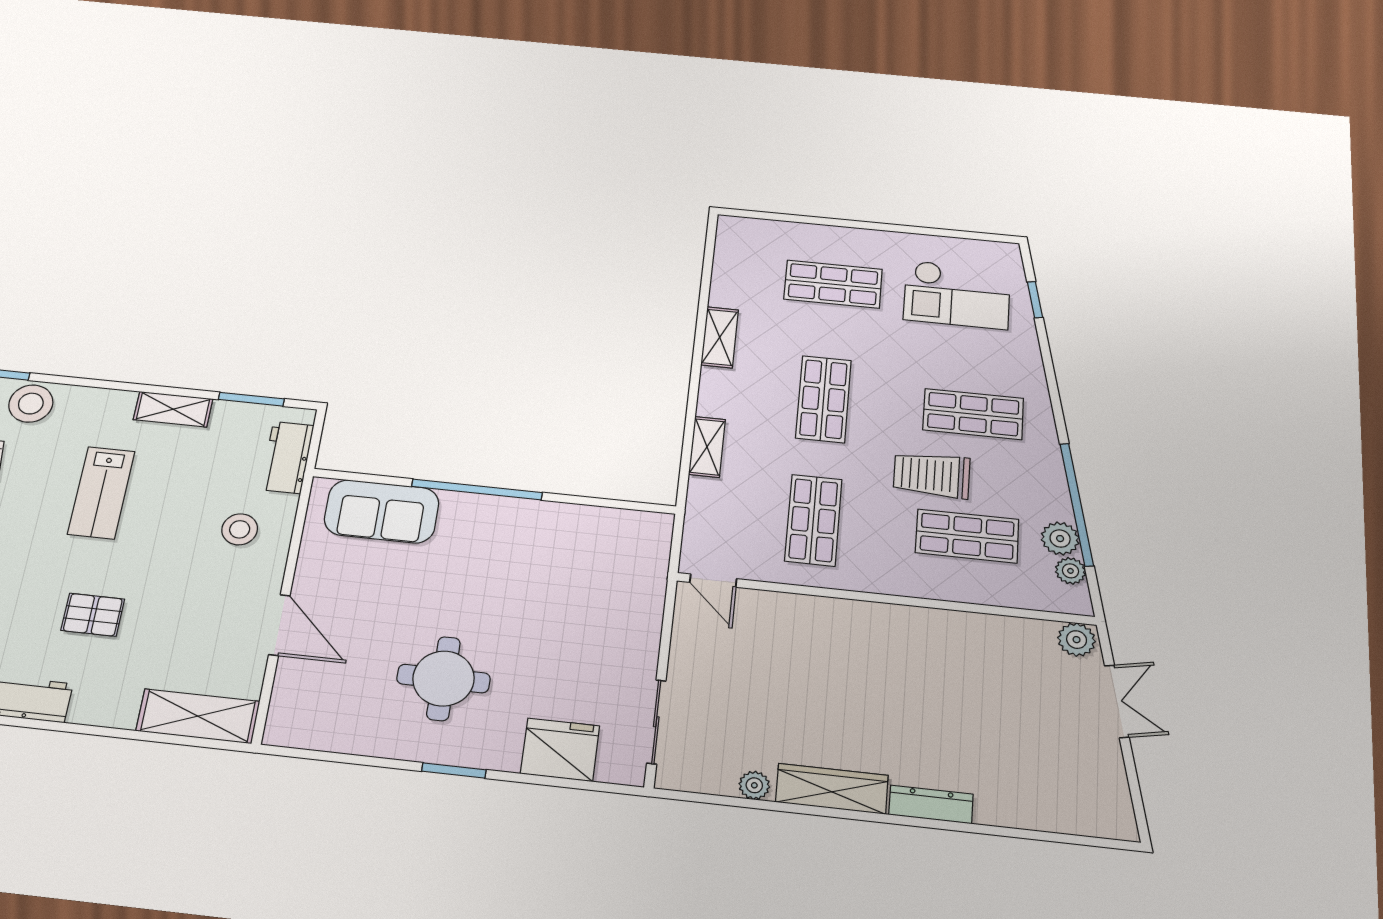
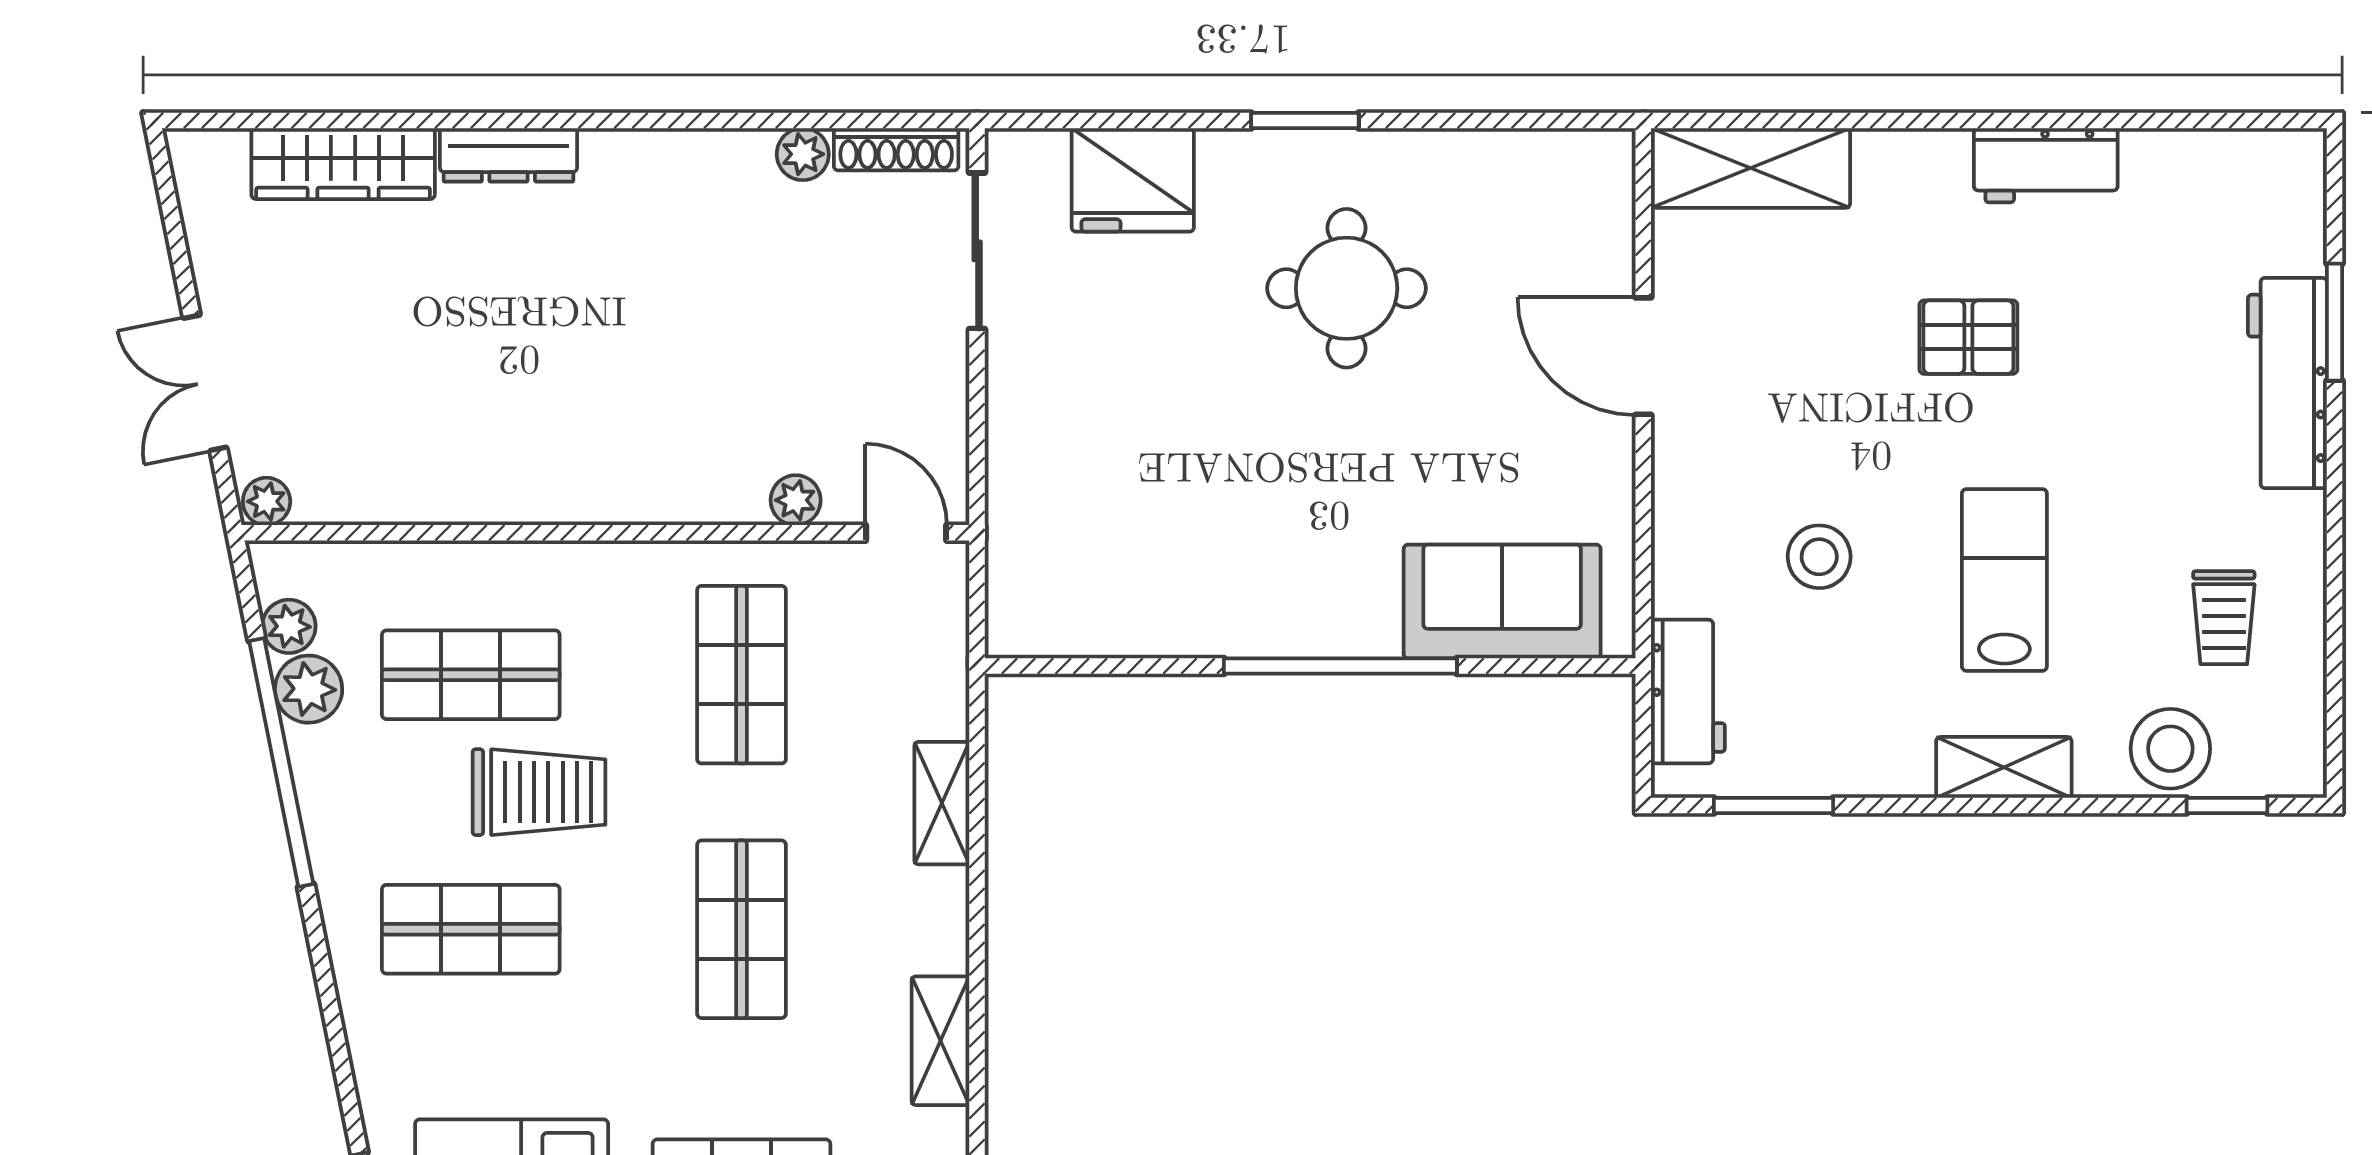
shelving: (173, 409) -> (2004, 767), moved
stool: (240, 529) -> (1819, 557), moved
plant: (775, 604) -> (796, 500), added
plant: (1077, 640) -> (267, 501), width x0.73, depth x0.73
shoe rack: (698, 782) -> (896, 149), added
wardrobe: (832, 789) -> (343, 164), moved

